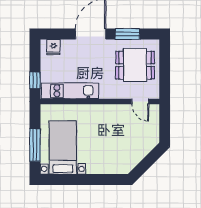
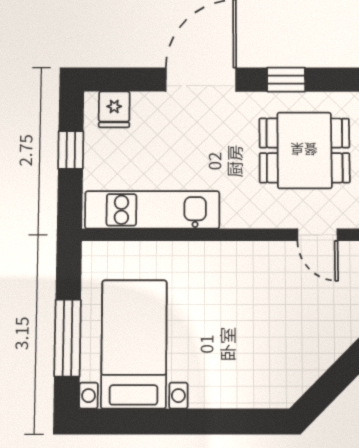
window: (127, 34) -> (286, 80), width x0.67
window: (35, 80) -> (71, 150), moved

